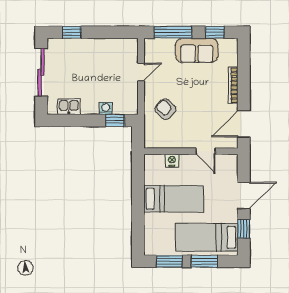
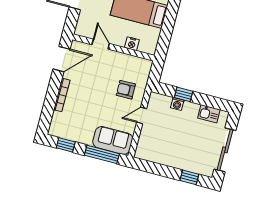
sofa: (197, 51) -> (113, 140), moved
door: (141, 72) -> (142, 115), moved
armchair: (165, 109) -> (126, 90), turned 136
window: (115, 120) -> (184, 94), moved

